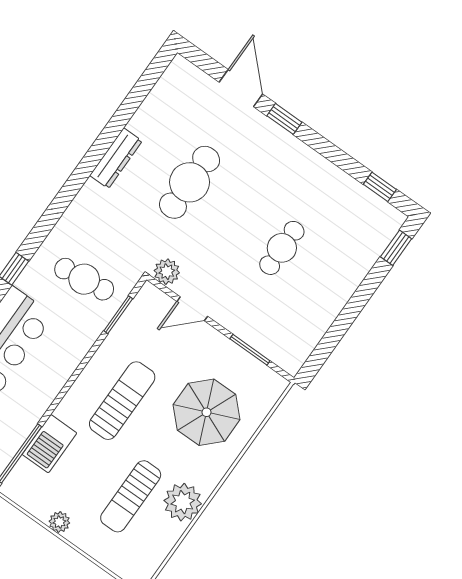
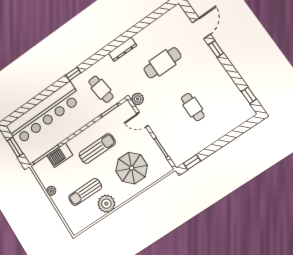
dresser: (116, 158) -> (123, 49), moved
cafe table: (282, 248) -> (193, 107), turned 90
window: (396, 248) -> (192, 162), moved

